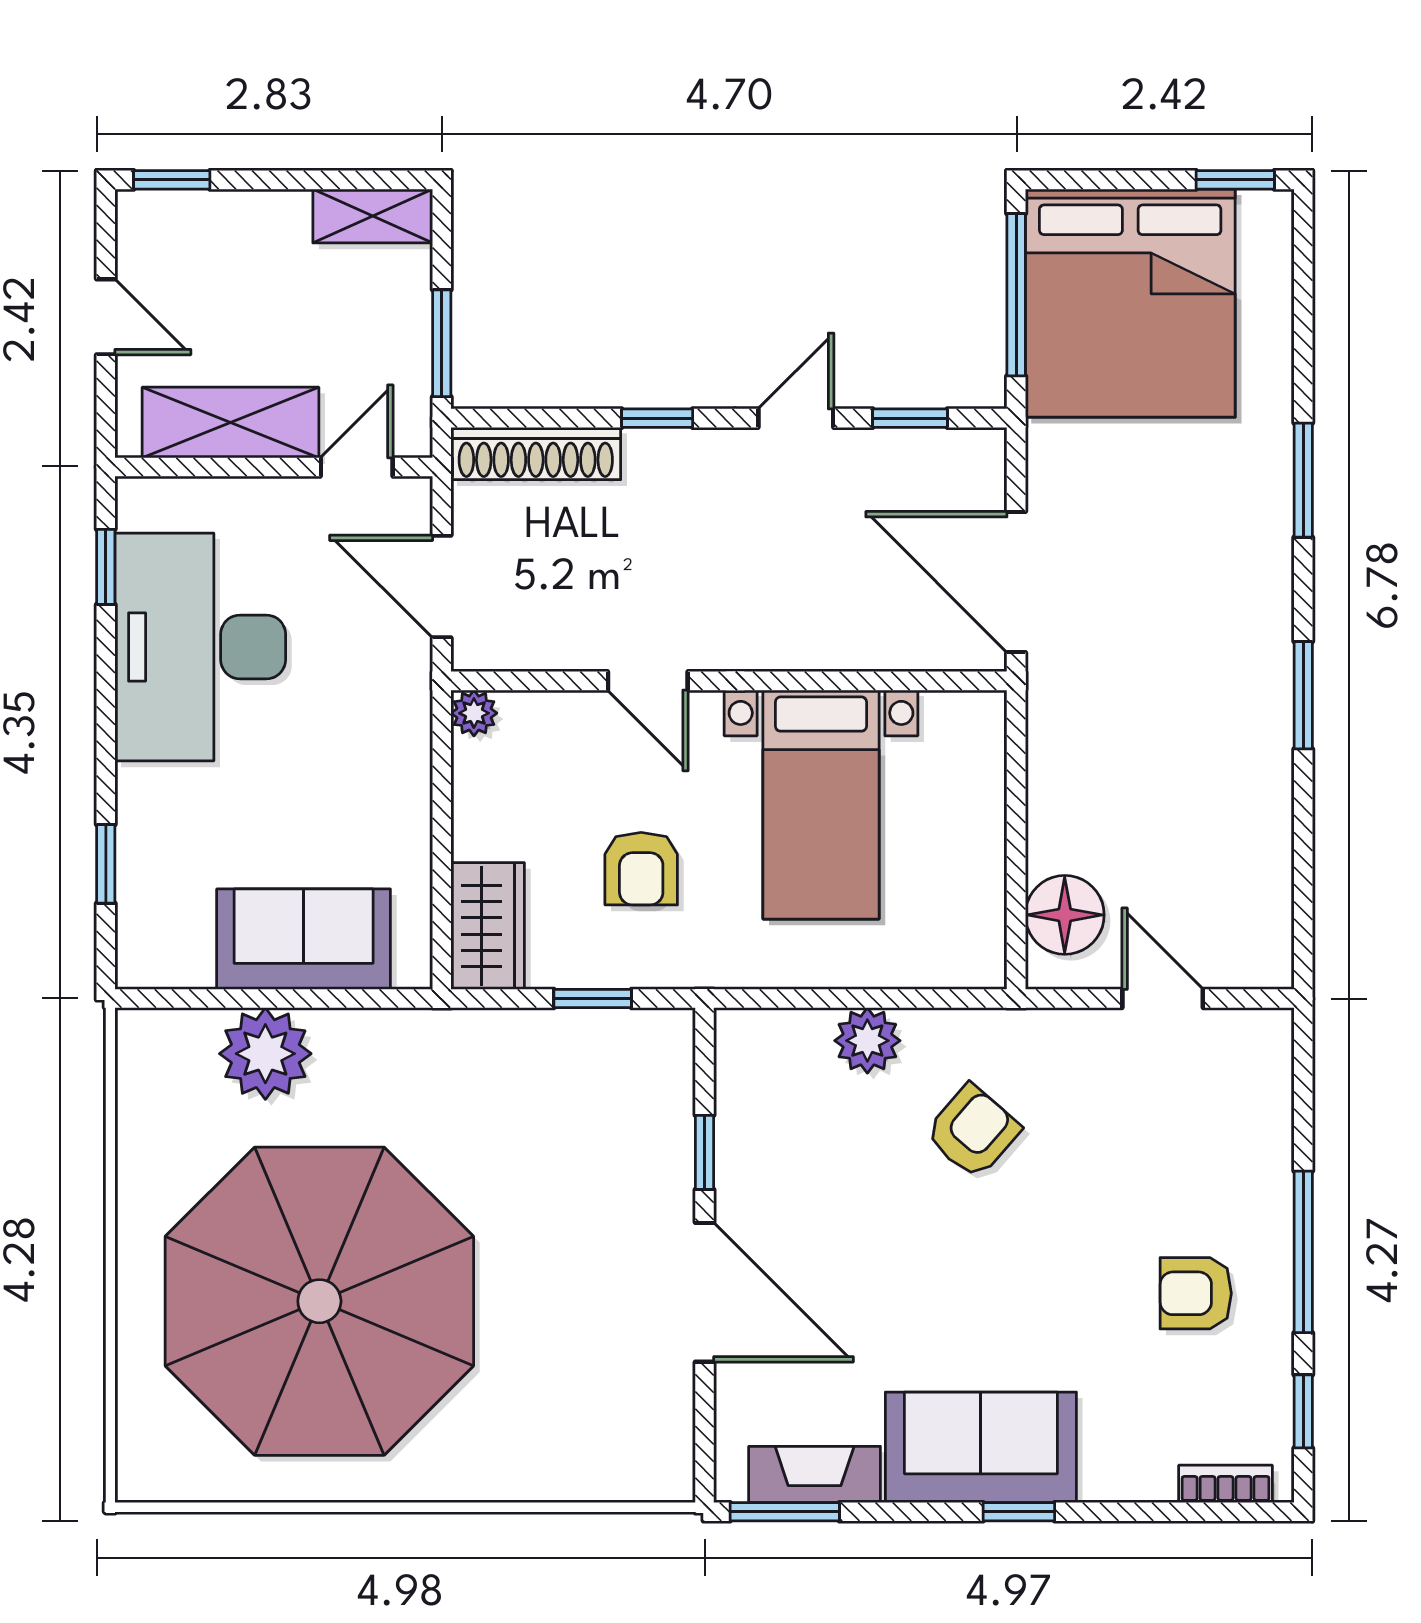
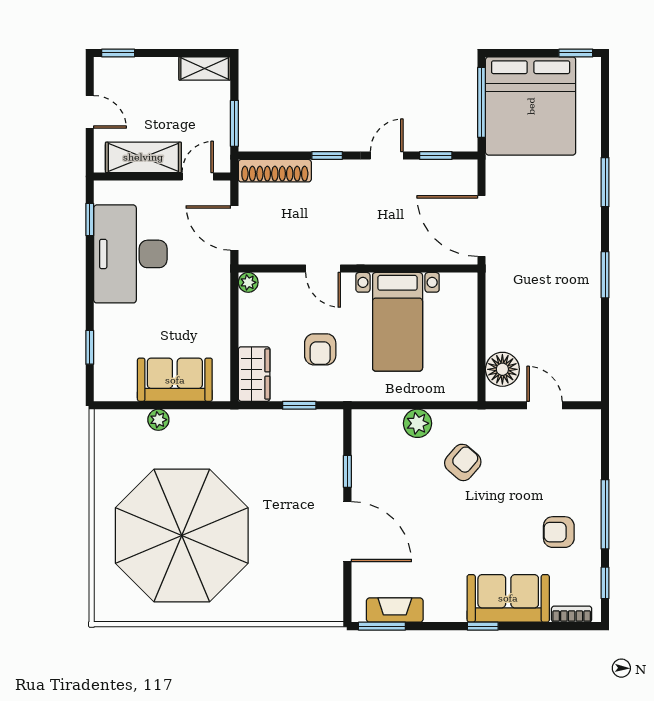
plant: (265, 1054) -> (158, 420), width x0.53, depth x0.53
sofa: (981, 1447) -> (508, 598), moved

